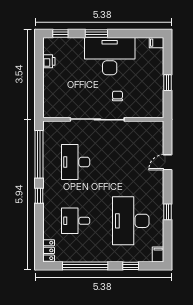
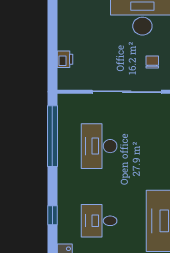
printer: (49, 61) -> (65, 59), moved
window: (39, 196) -> (52, 215), moved

